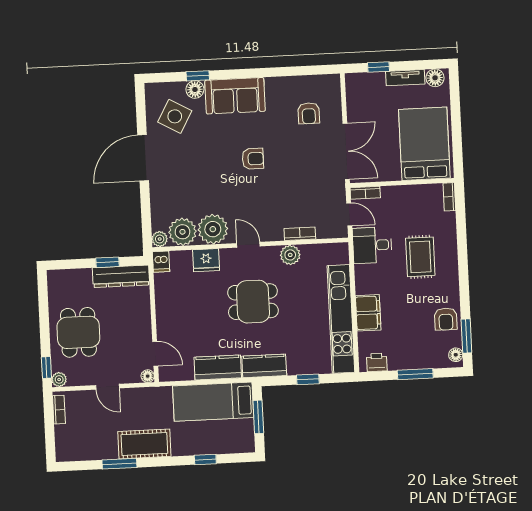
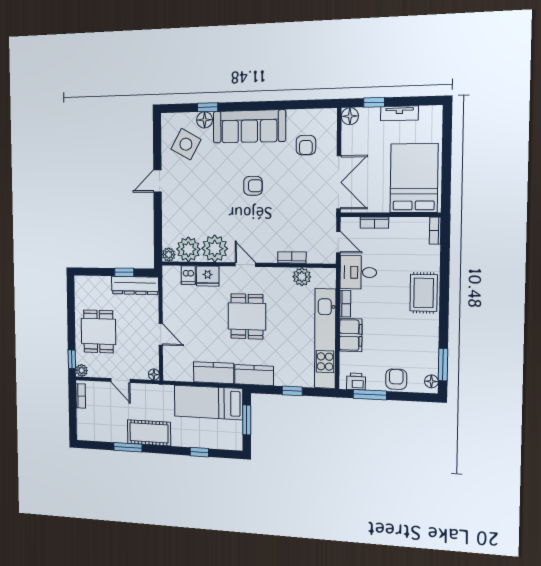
floor lamp: (435, 78) -> (350, 116), moved
sofa: (235, 96) -> (249, 126), width x1.36
door: (143, 158) -> (157, 181), width x0.53
bookcase: (365, 193) -> (374, 223), moved
plant: (290, 255) -> (302, 277), moved
rug: (420, 257) -> (424, 293), moved
dishwasher: (161, 262) -> (188, 275), moved
bookcase: (360, 279) -> (345, 304), added
dining table: (253, 302) -> (247, 316), turned 90
armchair: (446, 319) -> (396, 379), moved, turned 180
door: (155, 354) -> (161, 334), moved
window: (415, 374) -> (370, 395), moved

